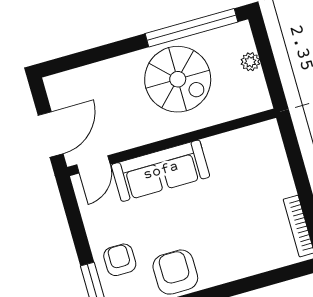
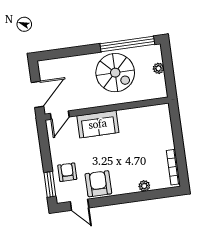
sofa: (161, 171) -> (98, 124), width x0.73
plant: (254, 265) -> (144, 186), added

